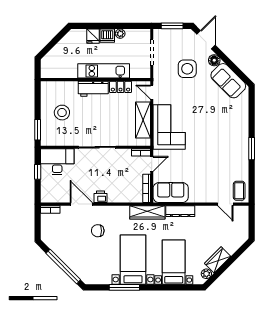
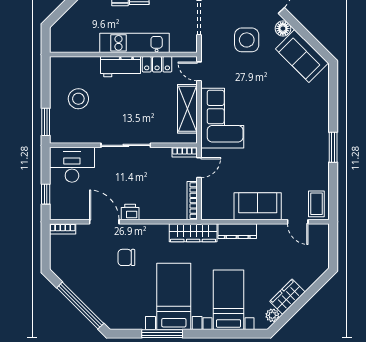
window: (38, 172) -> (46, 194), moved
sofa: (171, 193) -> (258, 206), moved

